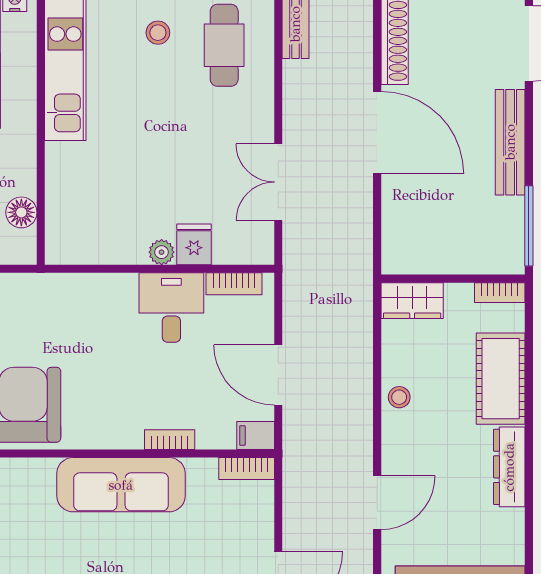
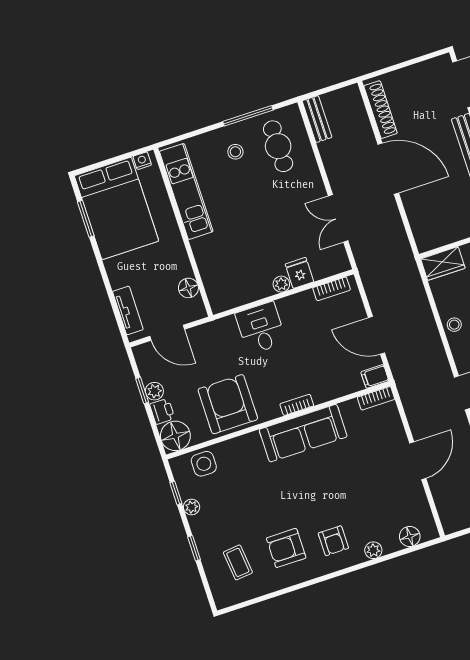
desk: (171, 308) -> (261, 328), moved
bookcase: (170, 440) -> (297, 405), moved

